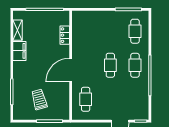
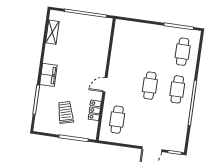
locker: (65, 35) -> (95, 110), moved
filing cabinet: (19, 51) -> (48, 75), moved
door: (71, 70) -> (105, 85), width x0.53

